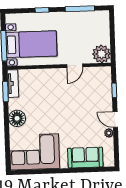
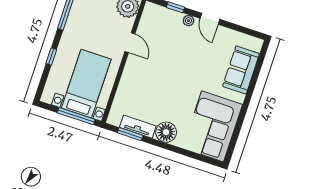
tv unit: (13, 84) -> (138, 127), moved
door: (115, 120) -> (210, 19), hinge flipped
plant: (109, 133) -> (188, 21), moved

